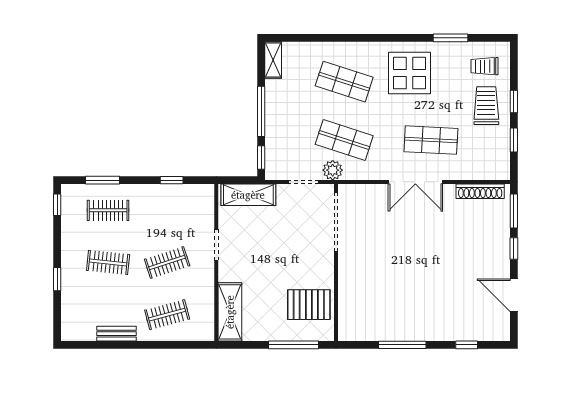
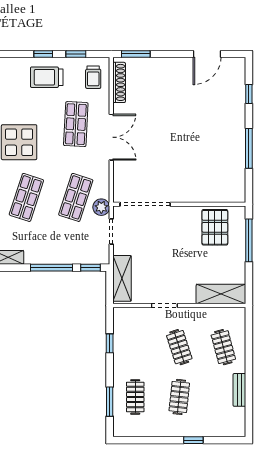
trolley: (485, 66) -> (93, 77), moved
window: (57, 205) -> (130, 440), removed
window: (514, 249) -> (167, 54), removed

